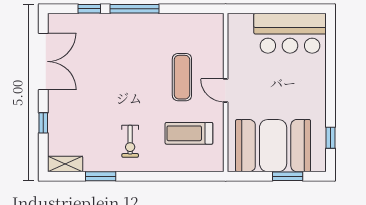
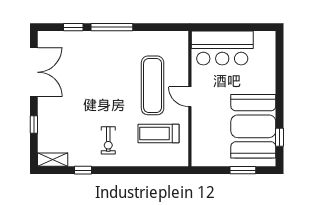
bar counter: (290, 33) -> (222, 48), moved
exercise mat: (182, 77) -> (153, 85), width x1.36, depth x1.45
booth: (273, 146) -> (253, 126), moved, turned 90
window: (101, 176) -> (83, 170), width x0.67

